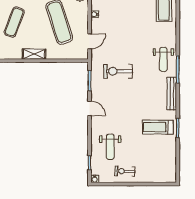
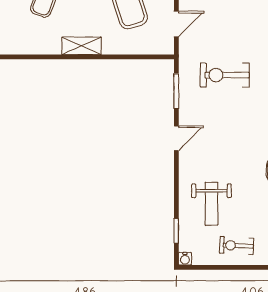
door: (90, 108) -> (176, 138), hinge flipped

